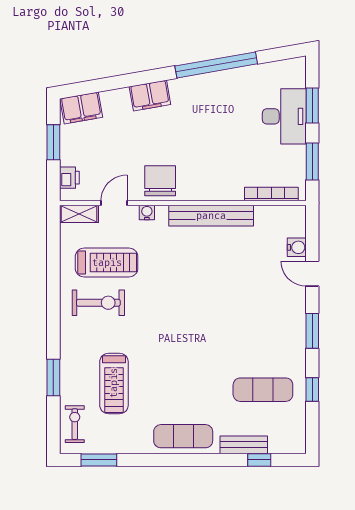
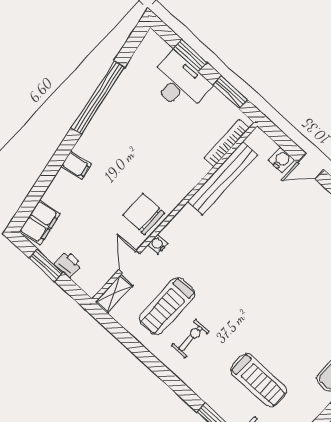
filing cabinet: (150, 96) -> (76, 165), width x0.50
printer: (69, 178) -> (68, 264), moved
bench: (211, 216) -> (223, 178), moved
treadmill: (107, 263) -> (167, 306), turned 180
exercise bike: (98, 303) -> (190, 338), width x0.73, depth x0.72

